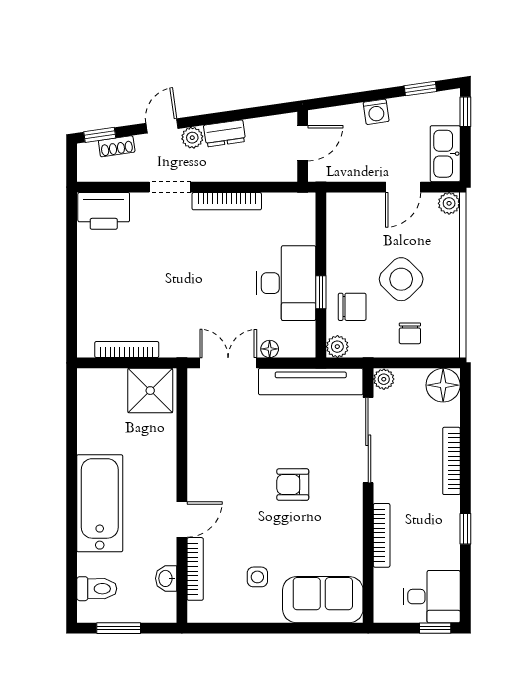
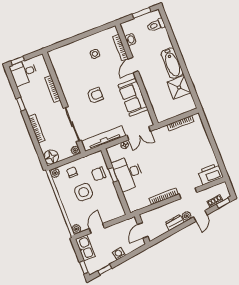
side table: (401, 279) -> (84, 192), turned 45
plant: (337, 347) -> (55, 173), moved
shower: (150, 391) -> (179, 87), moved
bathtub: (100, 503) -> (172, 63), width x0.73, depth x0.73
sofa: (323, 600) -> (133, 97), moved, turned 90

